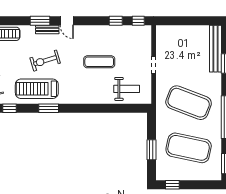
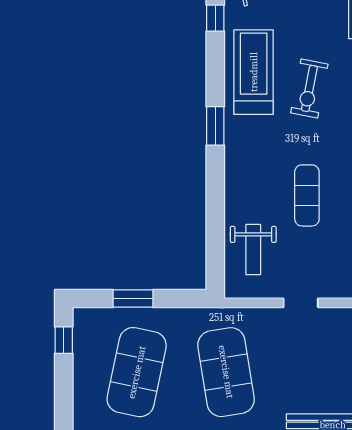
exercise bike: (45, 61) -> (309, 88), turned -152
exercise mat: (189, 103) -> (226, 372), turned -30
window: (49, 108) -> (215, 126), moved

